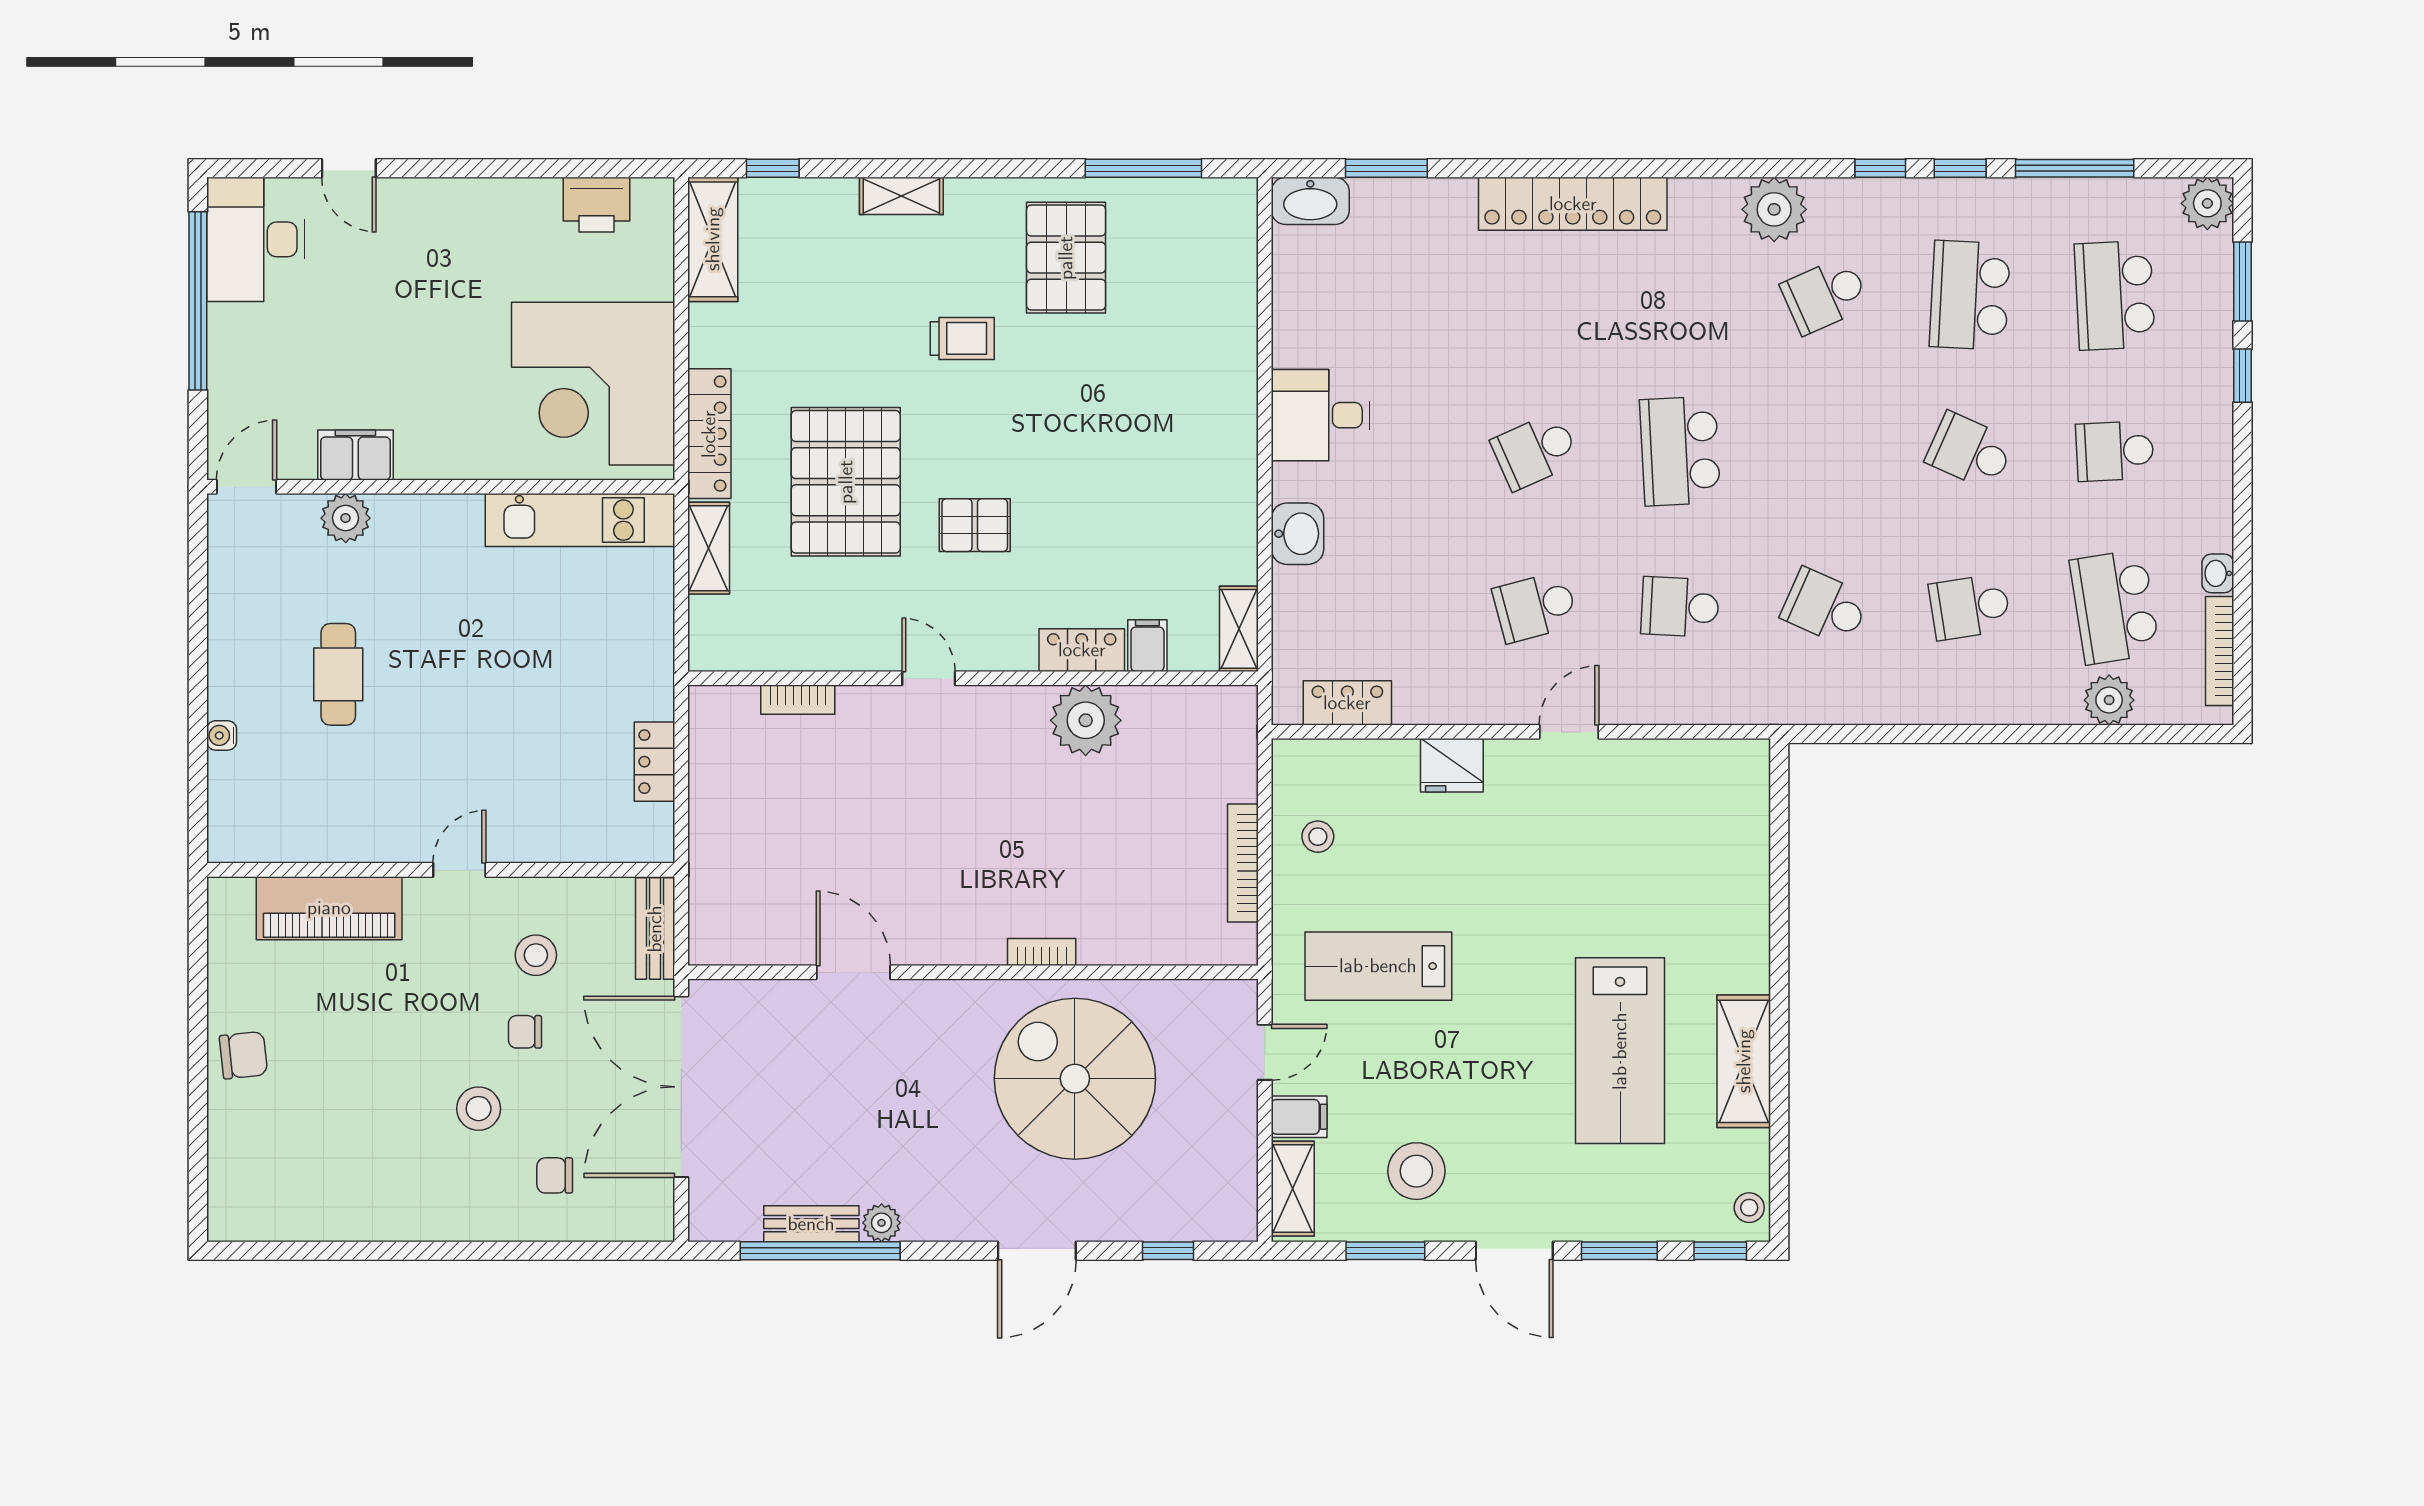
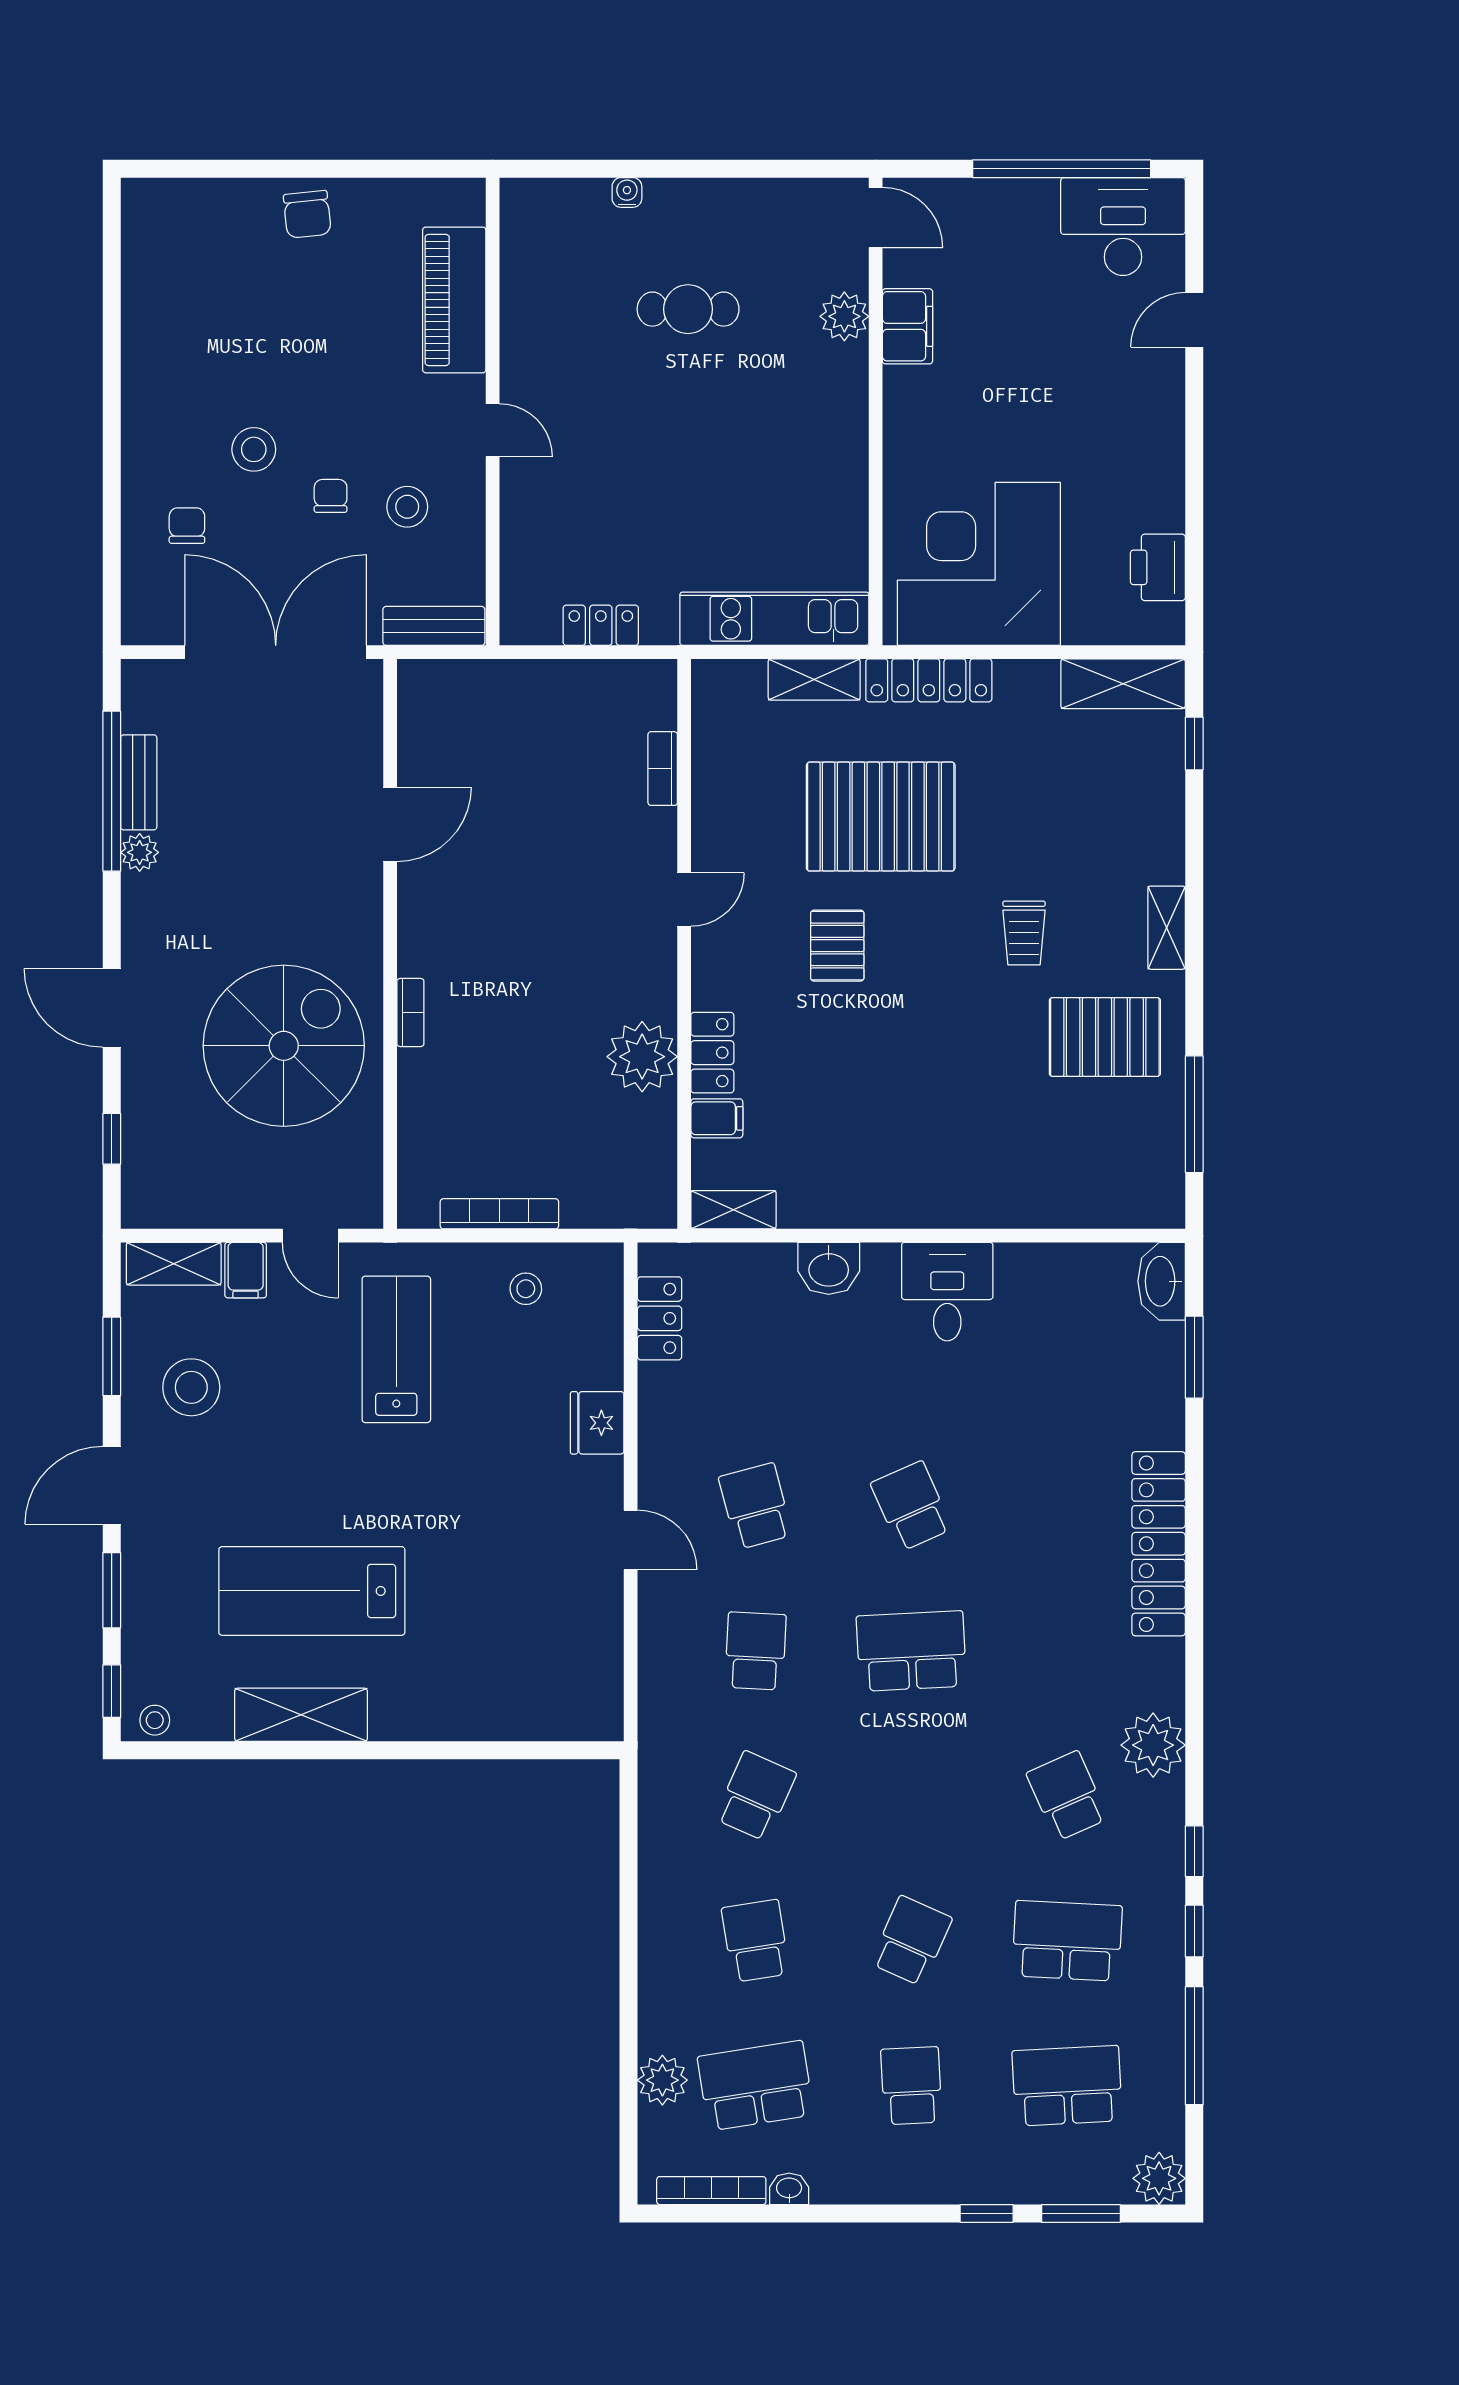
shelving: (901, 196) -> (1167, 928), moved
kitchen unit: (580, 520) -> (774, 619), moved, turned 90

